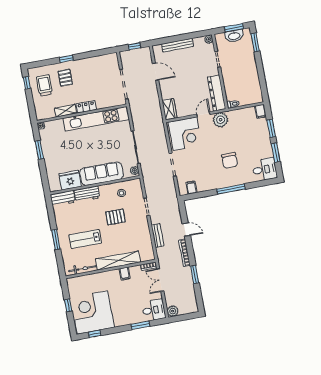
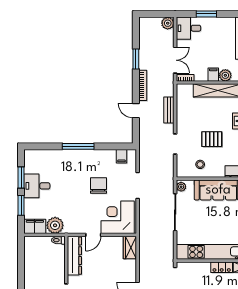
filing cabinet: (260, 111) -> (35, 226), width x2.00
plant: (220, 120) -> (55, 225), moved
chair: (230, 160) -> (98, 185), moved
desk: (264, 169) -> (37, 186), moved
plant: (114, 275) -> (225, 75), added

